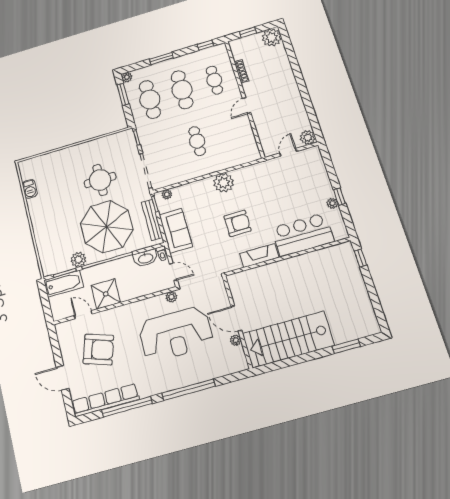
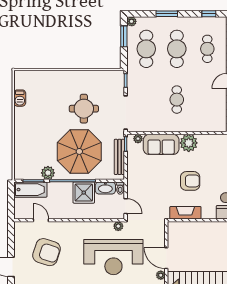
sofa: (176, 231) -> (161, 144), moved, turned 90
fireplace: (259, 255) -> (185, 213), moved
shower: (106, 294) -> (84, 193), moved

